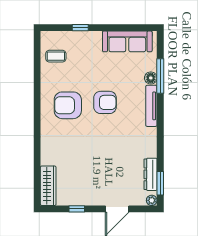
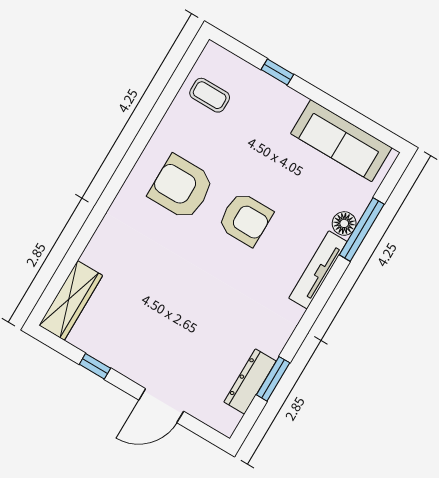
window: (160, 183) -> (273, 379), moved
plant: (152, 200) -> (226, 425), removed

